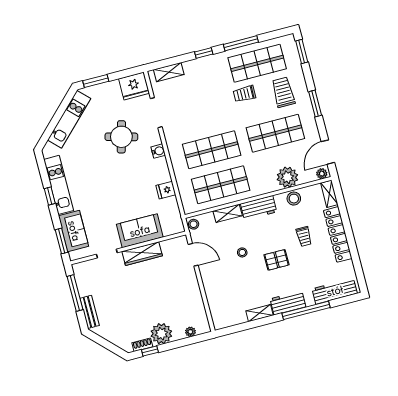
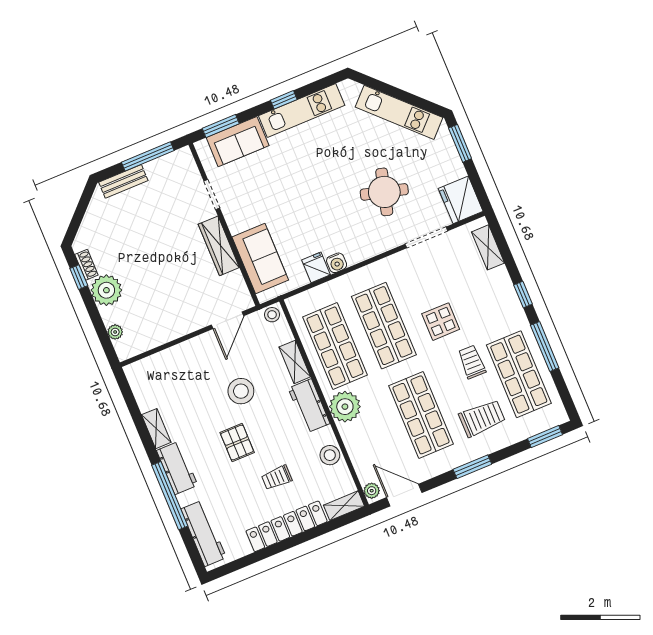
display table: (214, 111) -> (441, 322), added
water cooler: (158, 151) -> (337, 263), moved
plant: (287, 177) -> (345, 407), moved
sofa: (140, 231) -> (260, 258), moved
stool: (242, 252) -> (241, 391), width x1.89, depth x1.89

